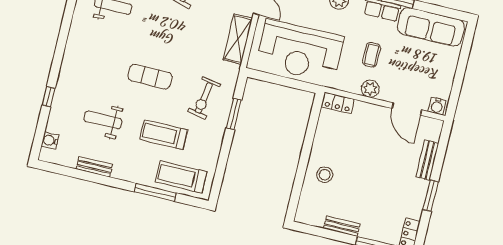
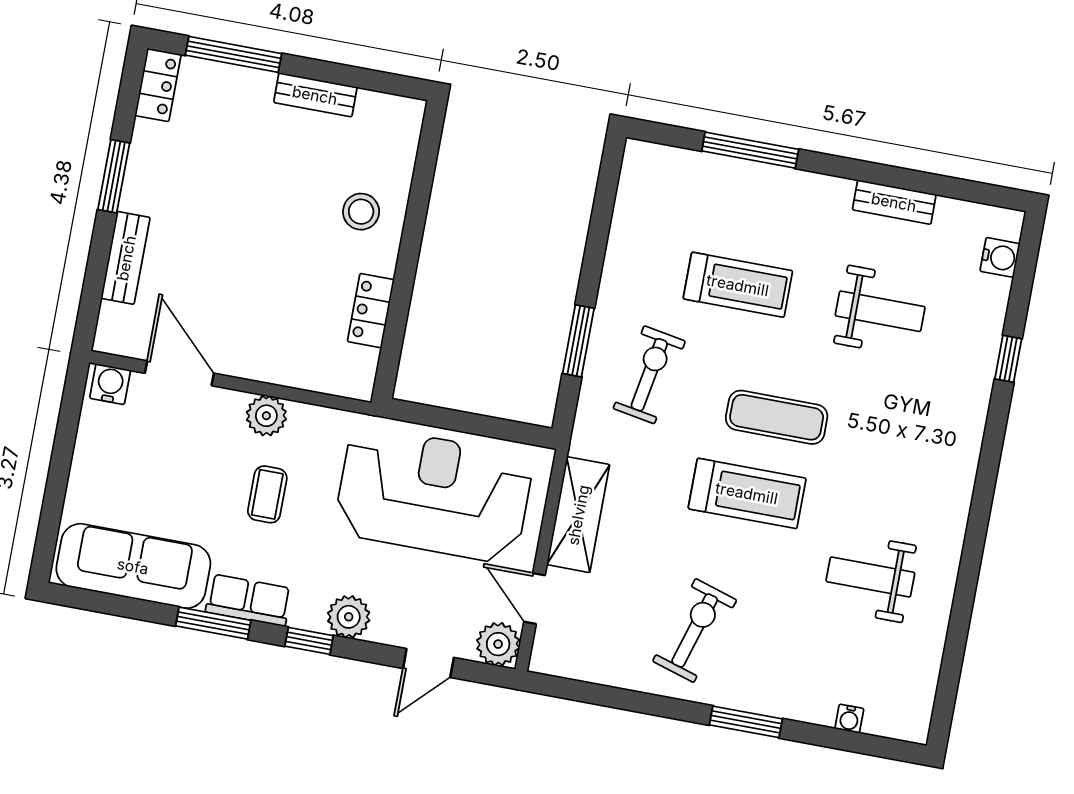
locker: (338, 103) -> (371, 311), moved, turned -90
treadmill: (181, 177) -> (747, 493), moved

